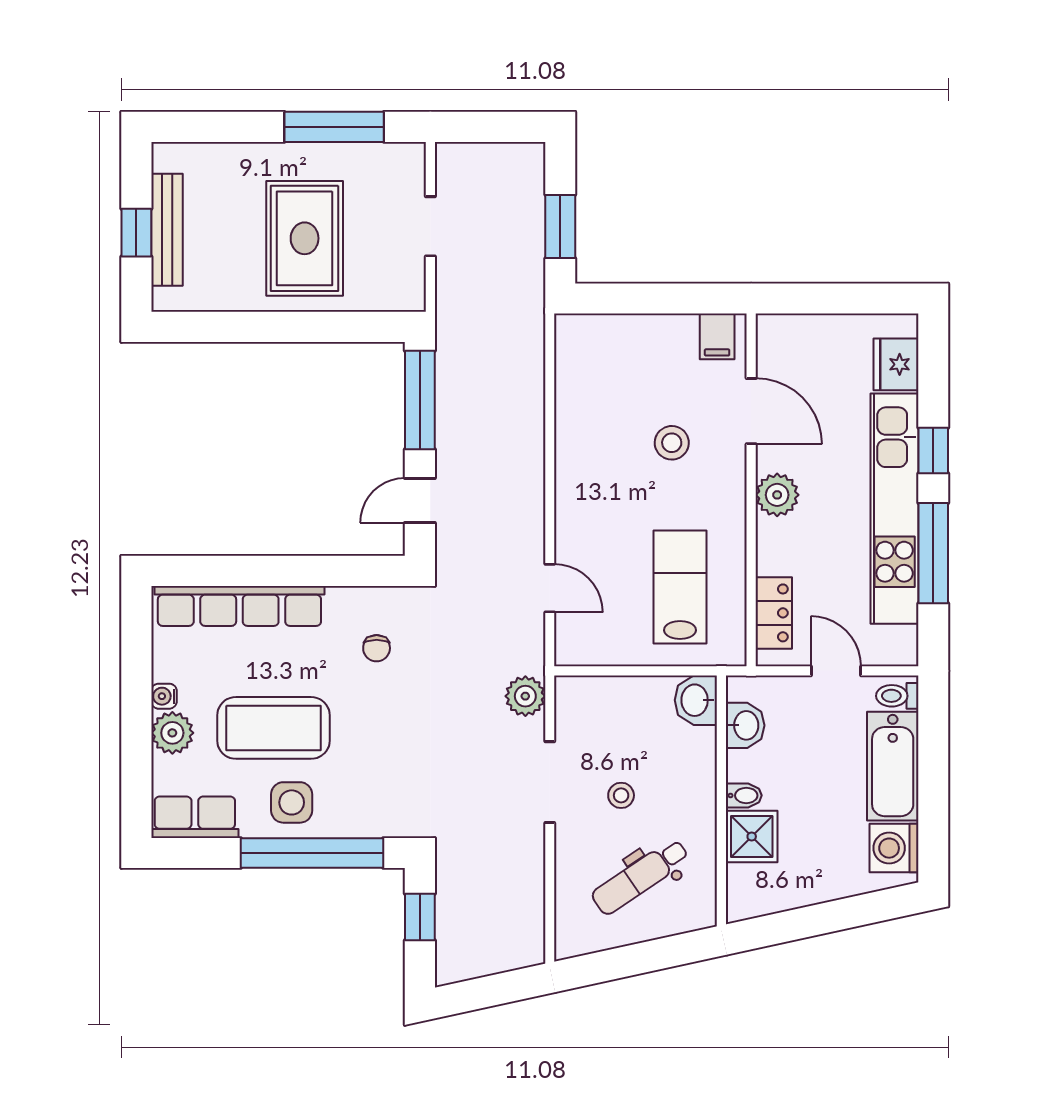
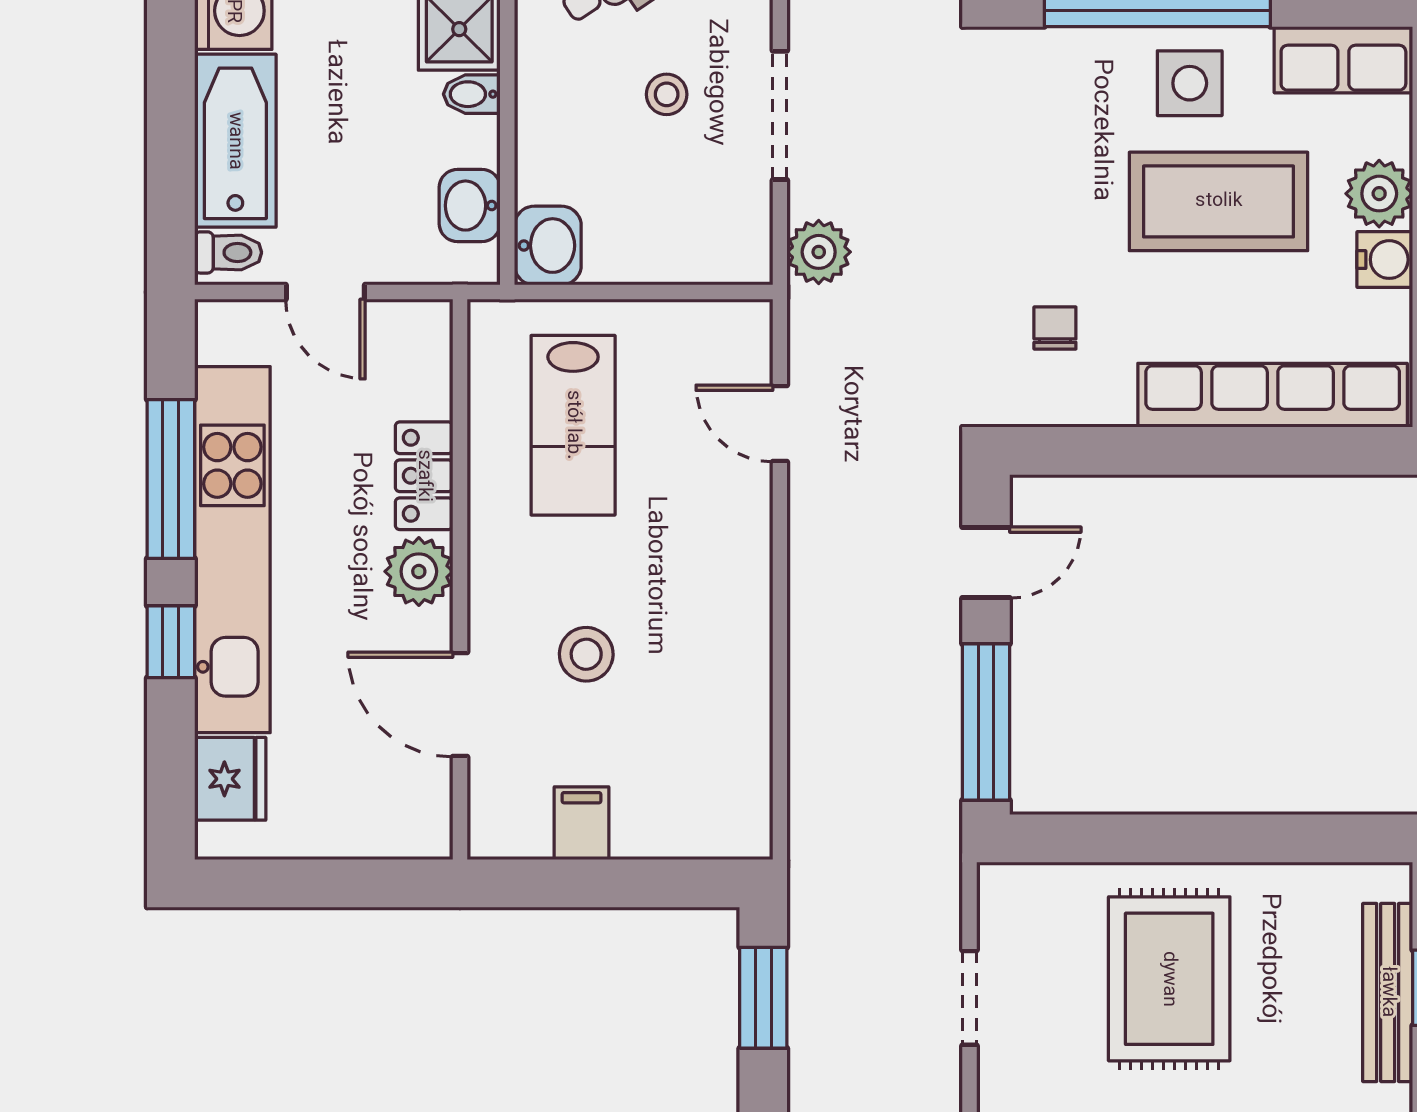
filing cabinet: (717, 336) -> (581, 823), moved
locker: (774, 613) -> (424, 476), moved
water cooler: (164, 696) -> (1385, 260), width x1.38, depth x1.38

